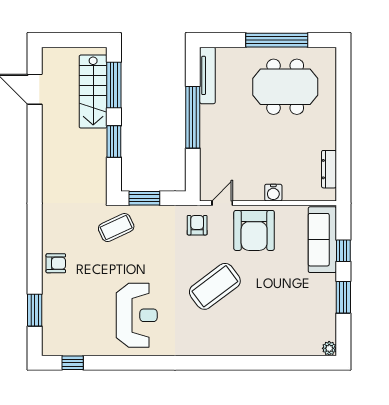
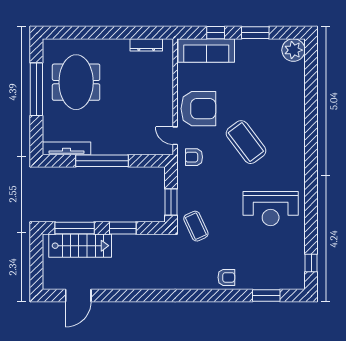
water cooler: (273, 193) -> (166, 92), removed
armchair: (56, 263) -> (226, 277), turned 90
reception desk: (137, 315) -> (271, 209), turned 180
plant: (329, 348) -> (293, 50), width x1.87, depth x1.87

